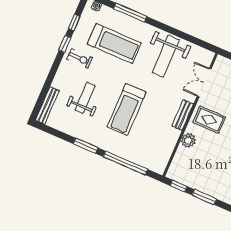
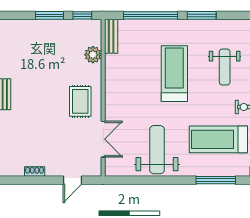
bench: (183, 115) -> (111, 36), moved
rug: (209, 120) -> (80, 101), turned 90
plant: (188, 141) -> (93, 55), moved

